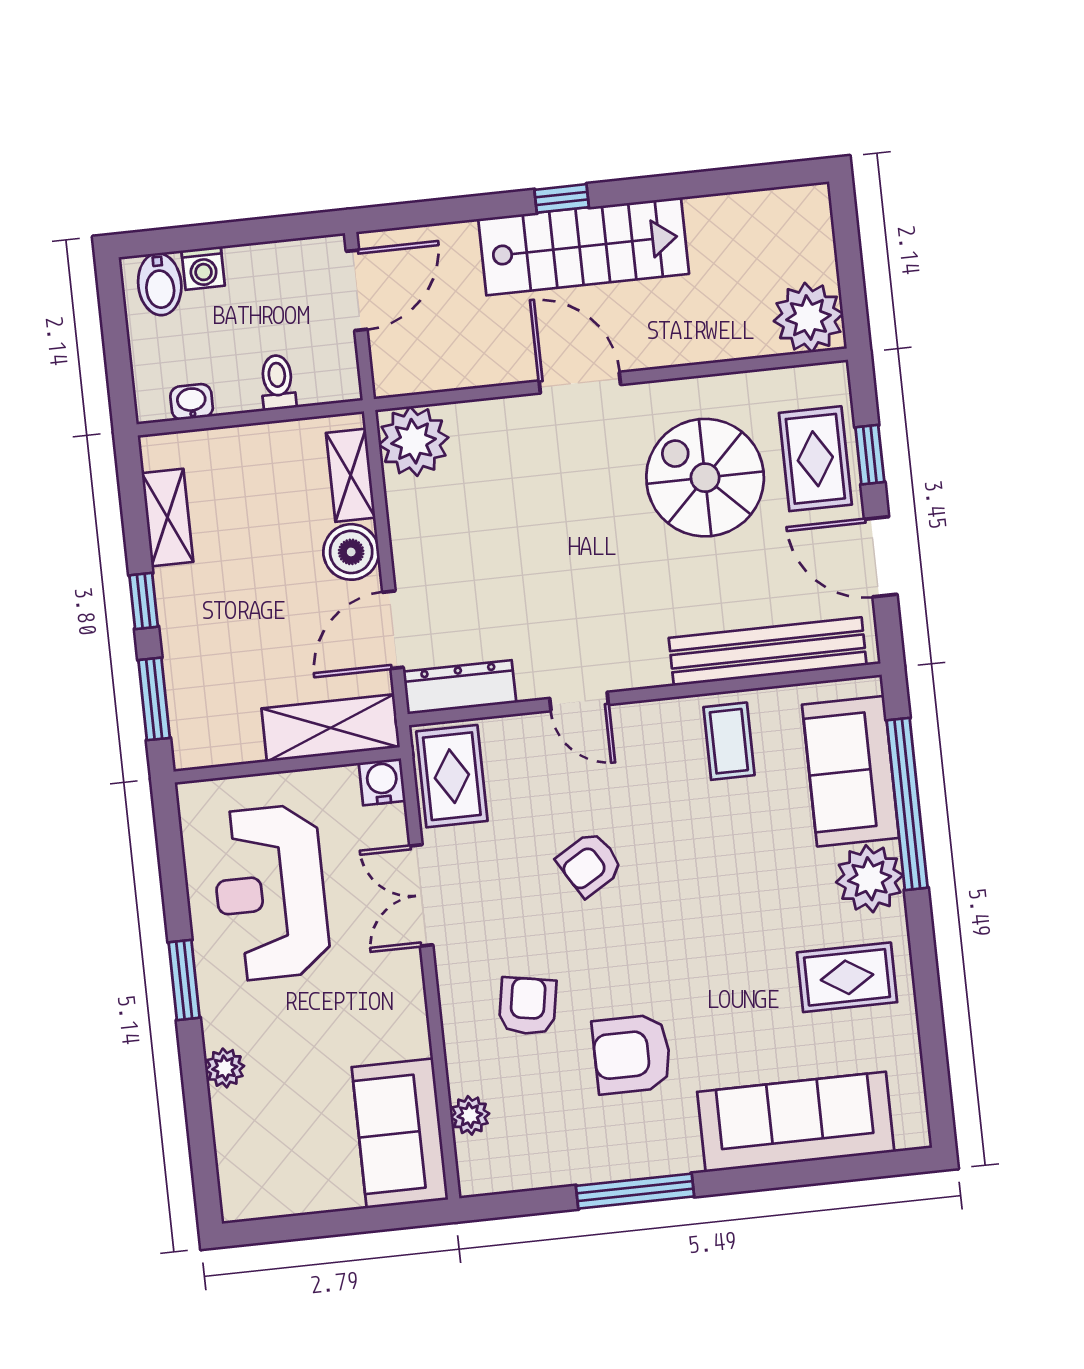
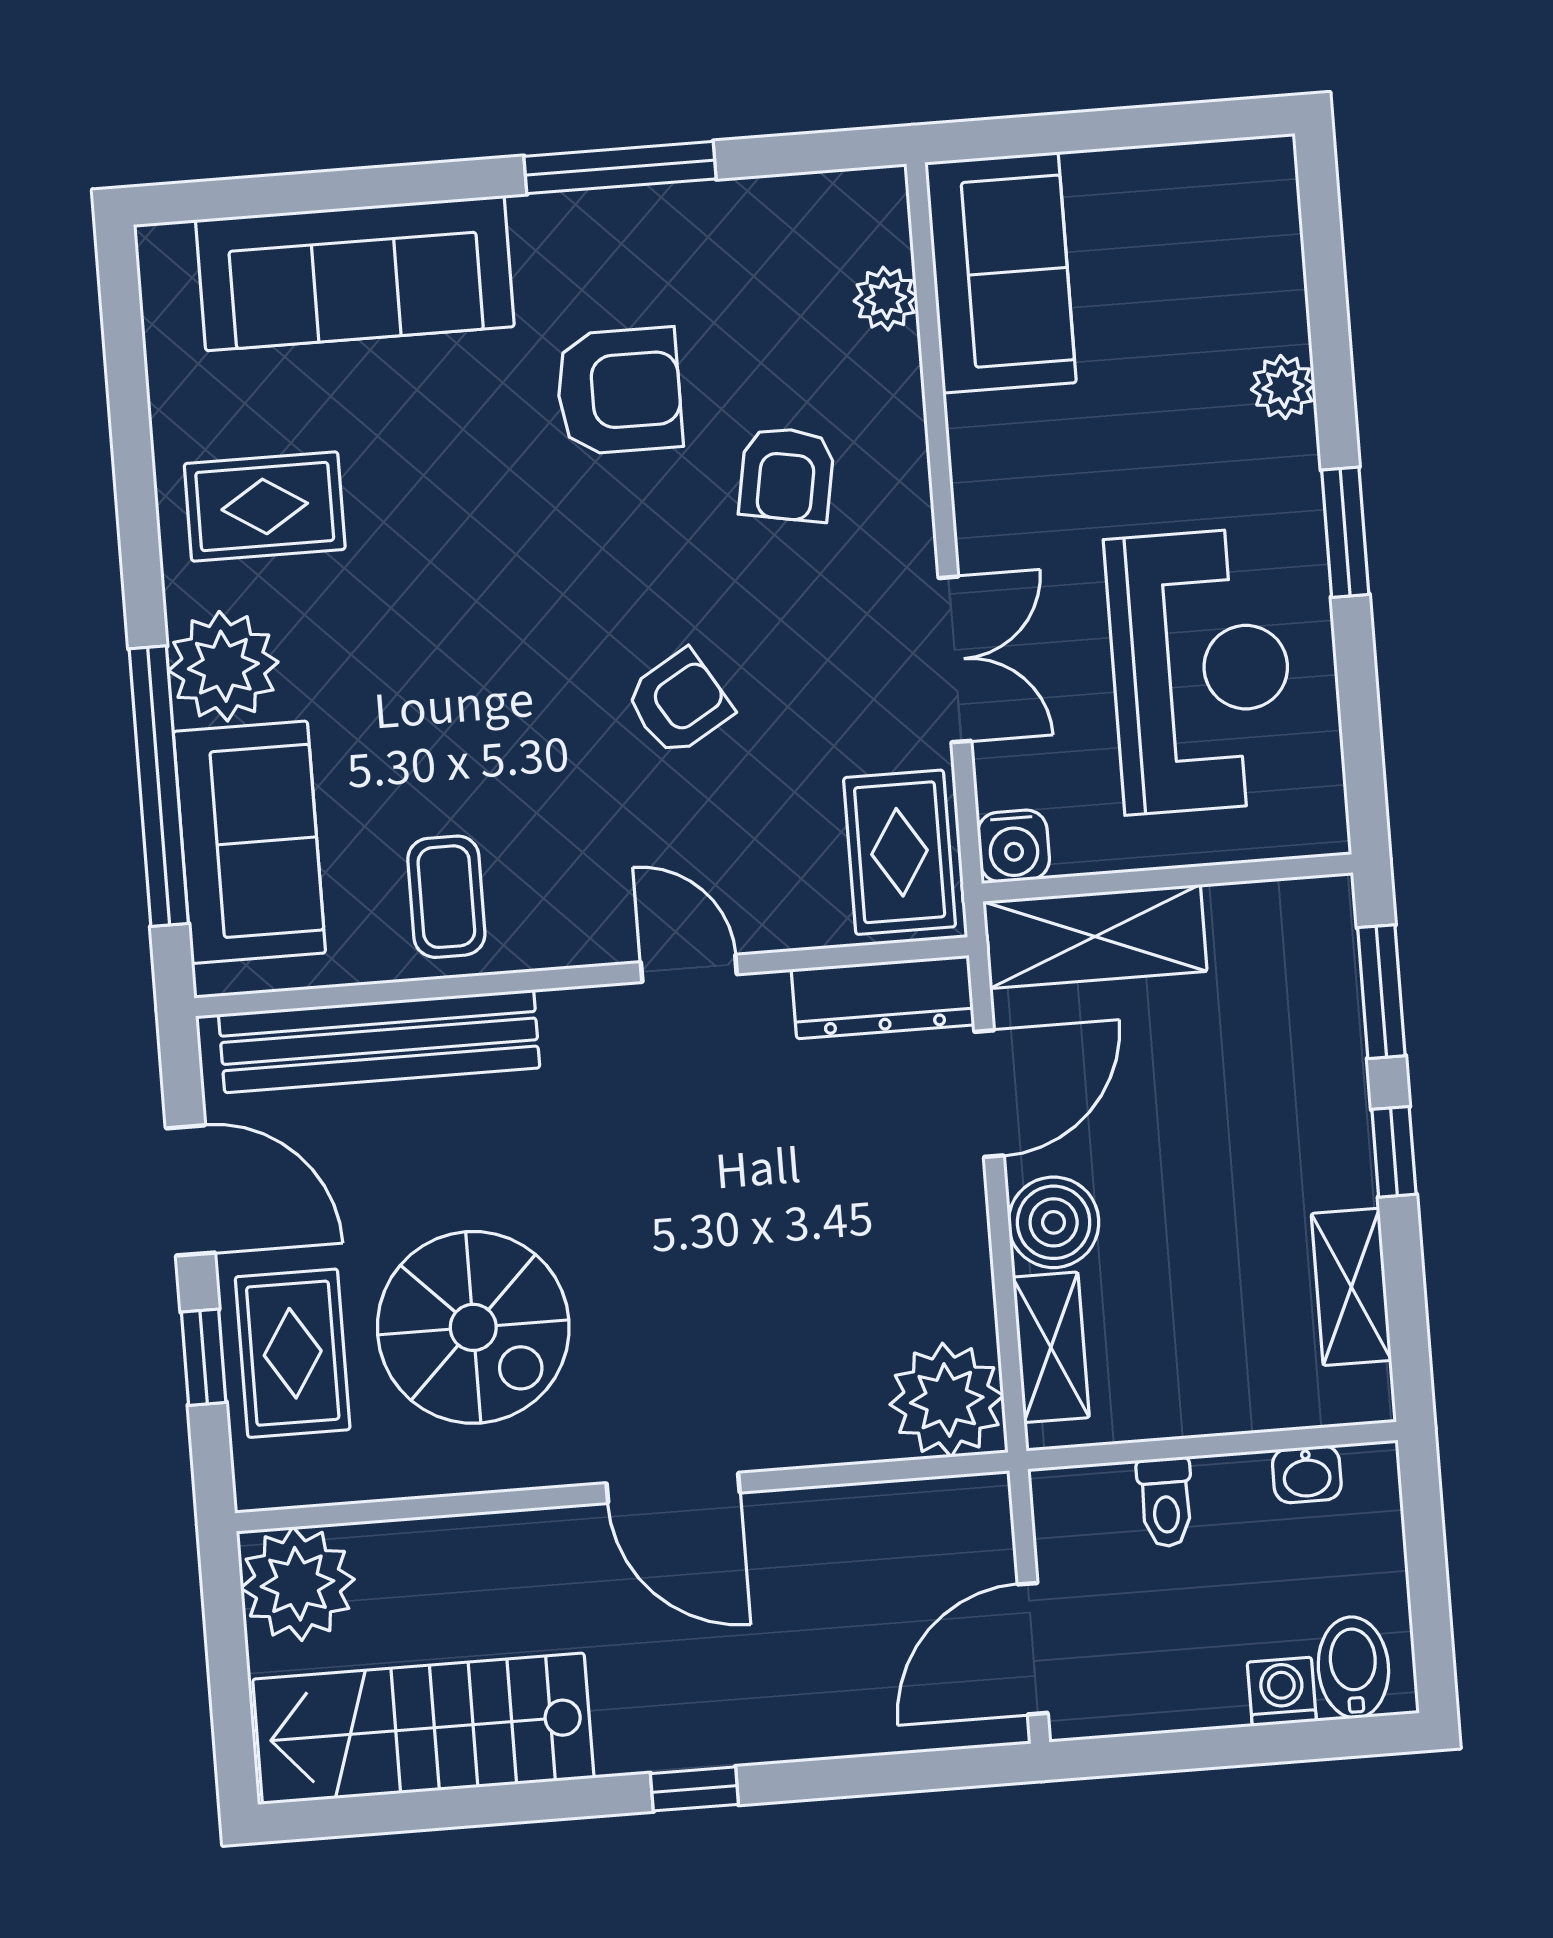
stairs: (584, 246) -> (423, 1729), moved

